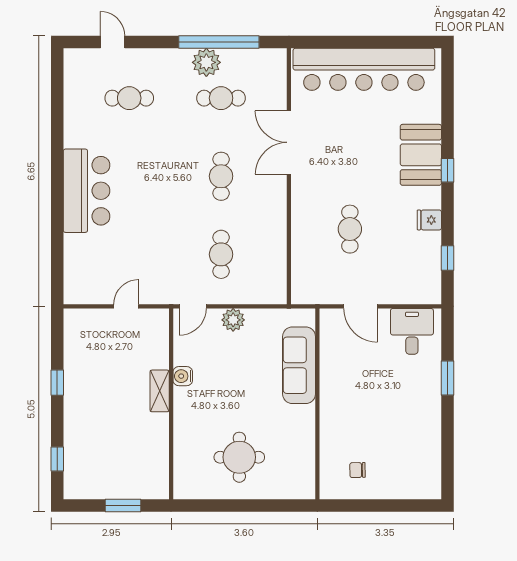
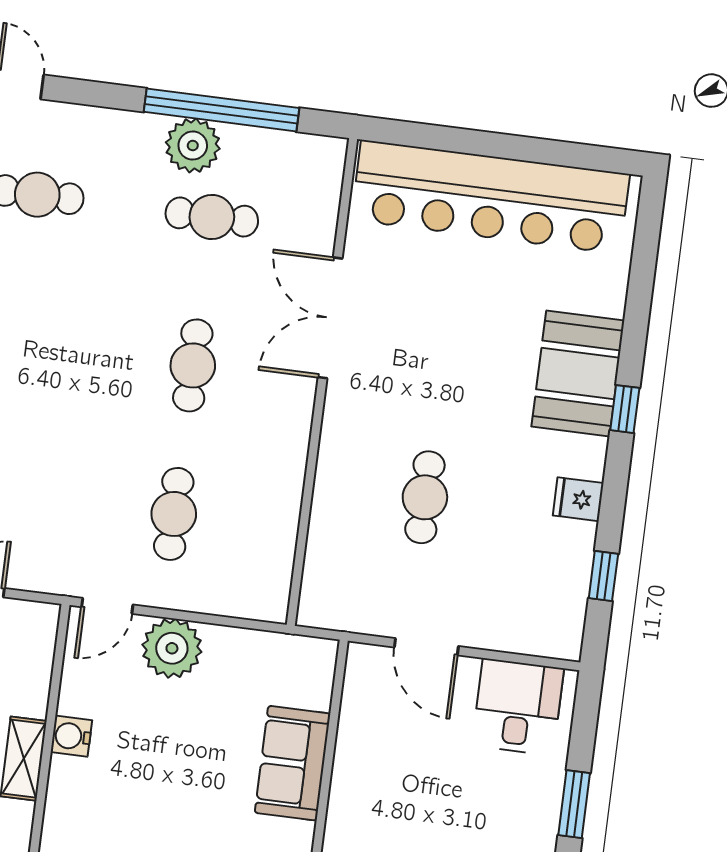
plant: (233, 320) -> (172, 648), width x1.36, depth x1.36
sofa: (299, 365) -> (293, 763), width x0.73

